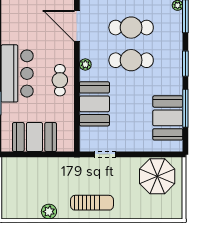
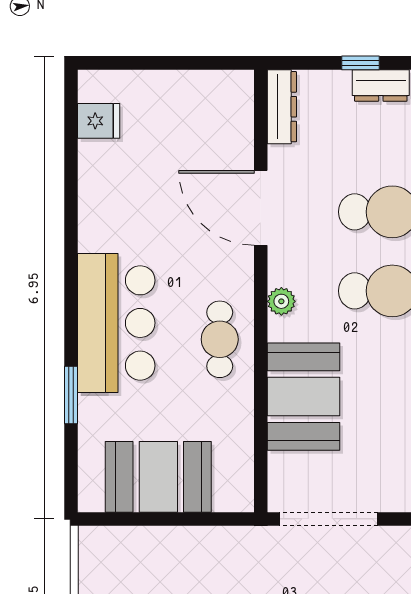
doorway: (105, 154) -> (329, 519), width x1.87

